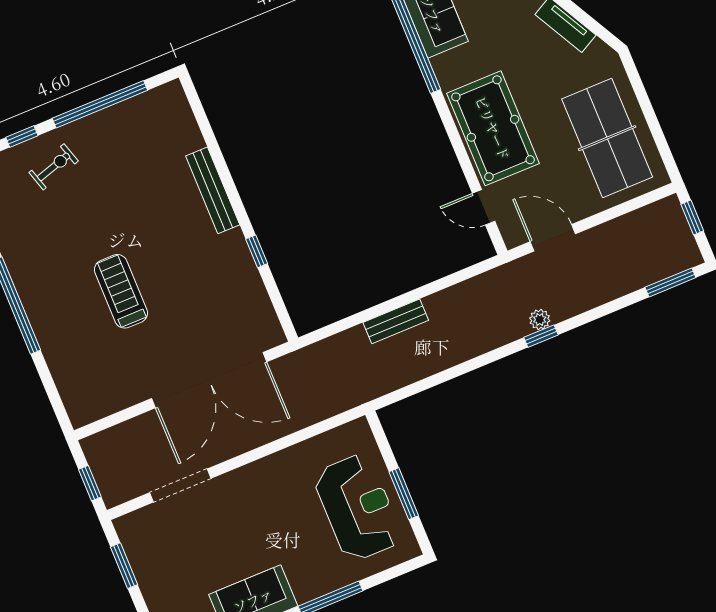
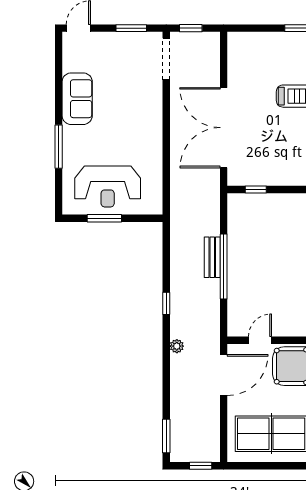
door: (553, 238) -> (224, 375), width x1.36
window: (257, 251) -> (256, 190), moved
window: (402, 300) -> (224, 266), added
window: (541, 336) -> (166, 303), moved
doorway: (180, 486) -> (166, 59), moved

